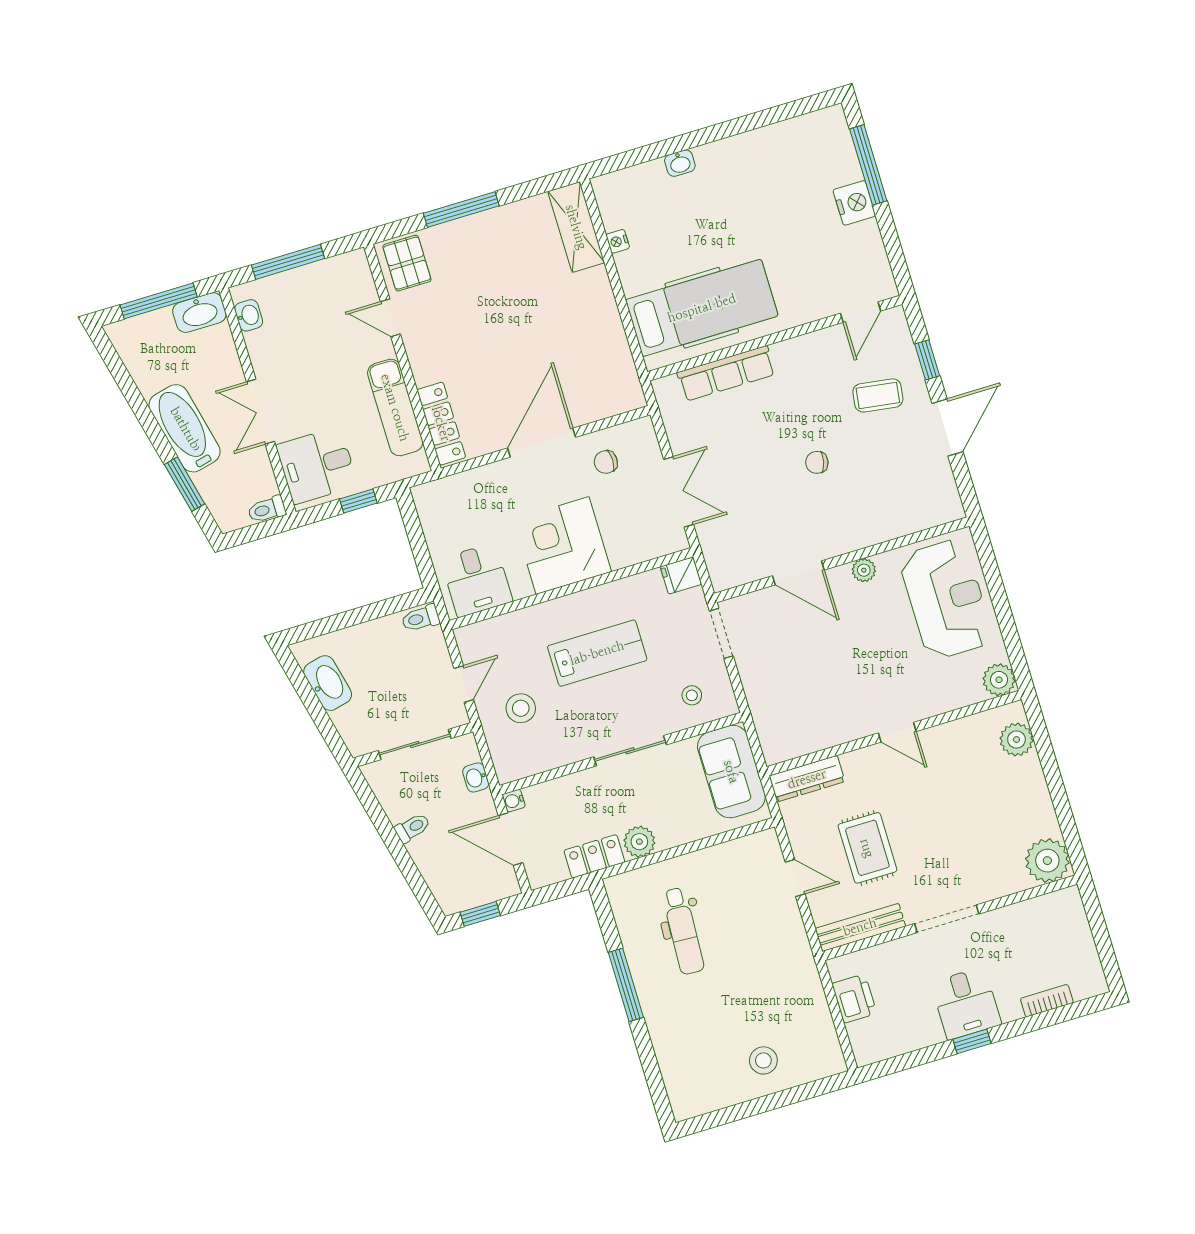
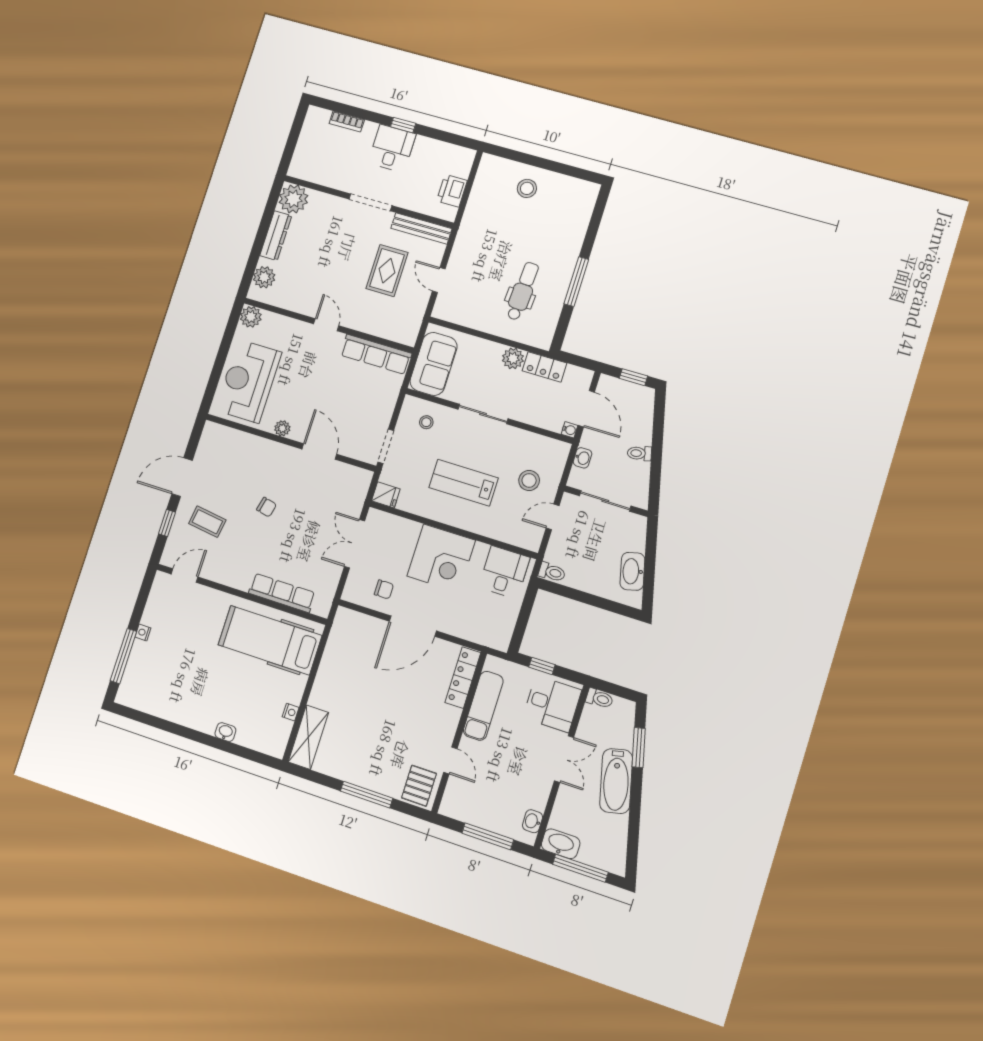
nightstand: (854, 203) -> (143, 632), width x0.53, depth x0.56
row of seats: (810, 737) -> (376, 354), added
dresser: (807, 779) -> (276, 236), moved, turned 90

